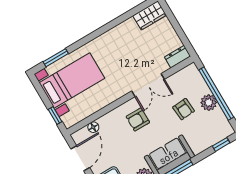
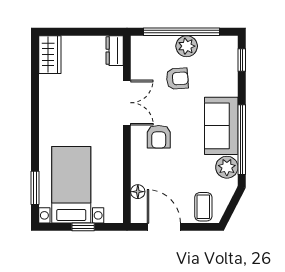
window: (55, 115) -> (83, 227), moved

